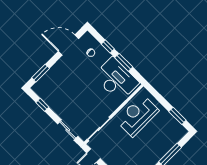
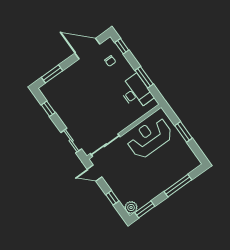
window: (108, 46) -> (122, 46), moved
desk: (116, 79) -> (136, 92), width x0.73, depth x0.77
window: (177, 116) -> (183, 132), moved

